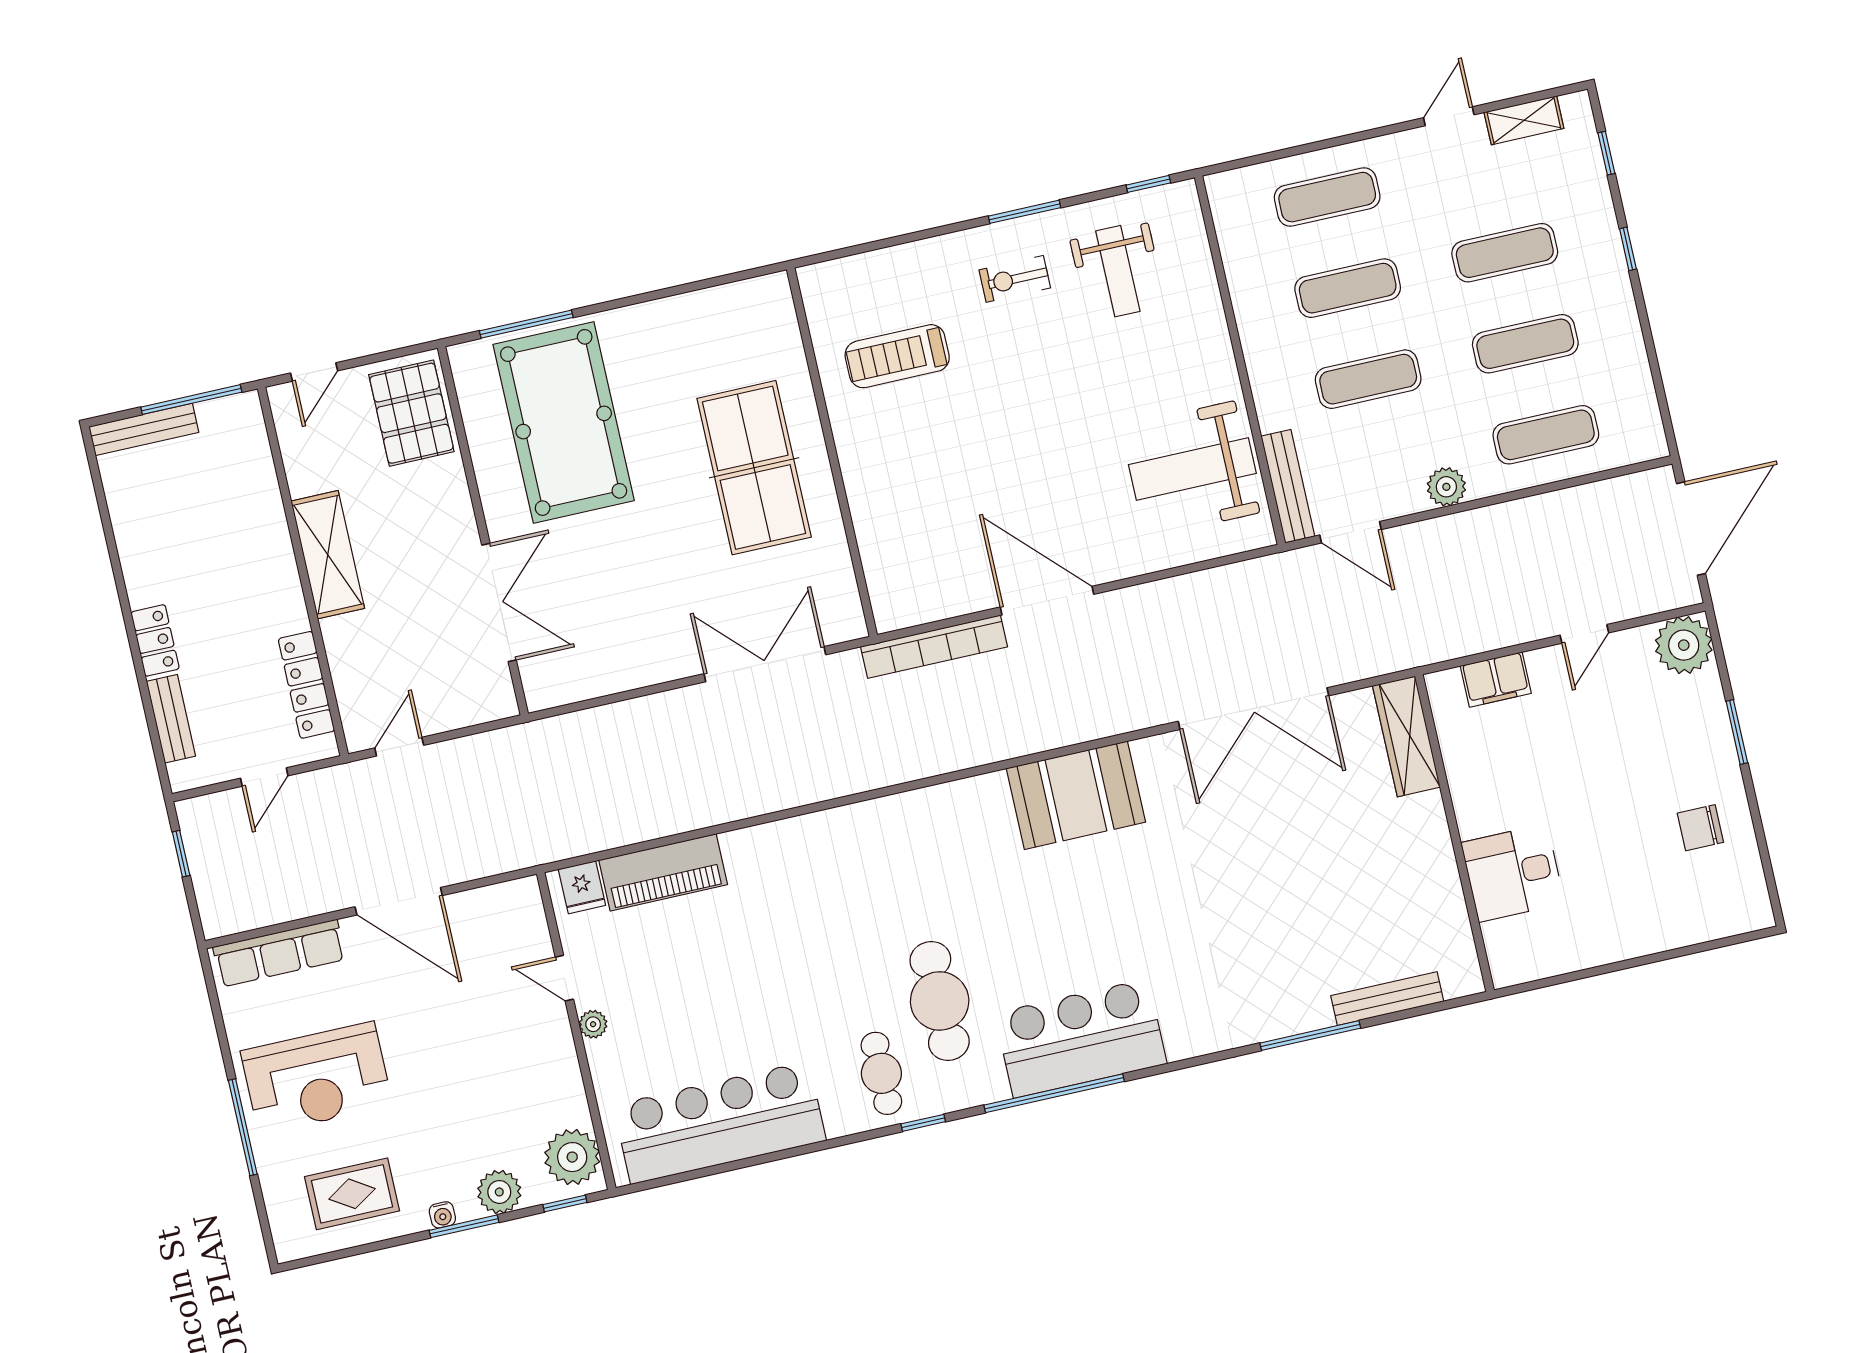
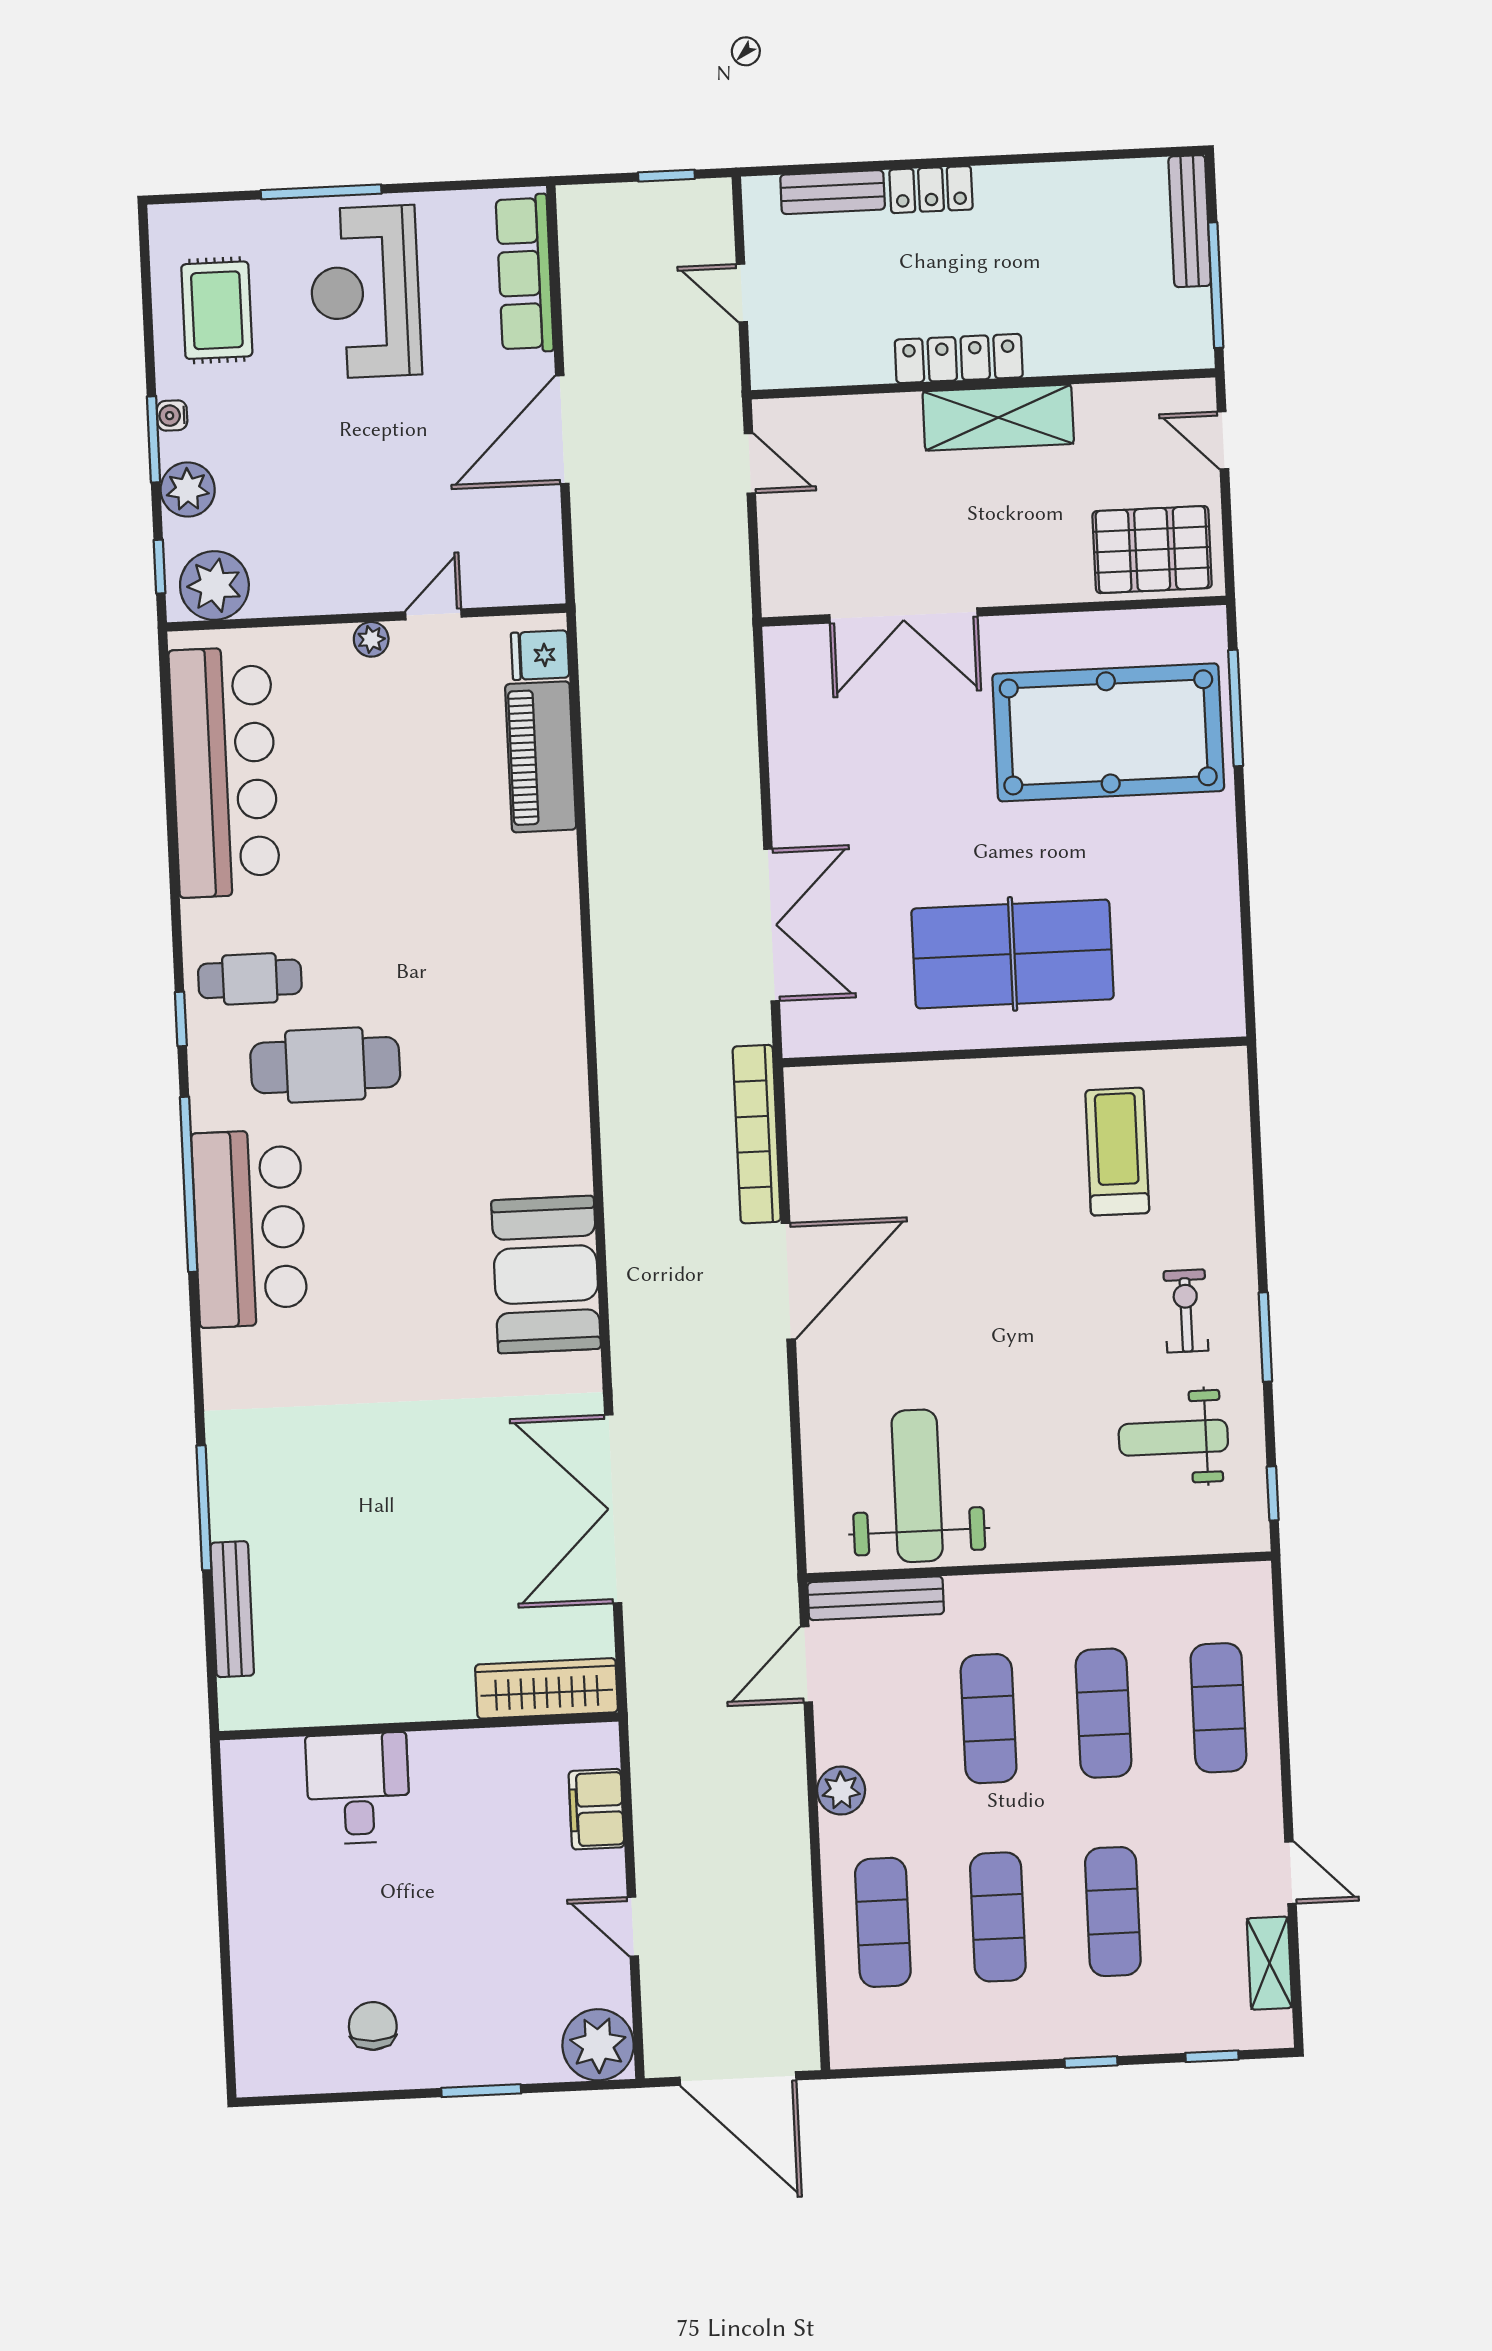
locker: (306, 685) -> (959, 358), moved

